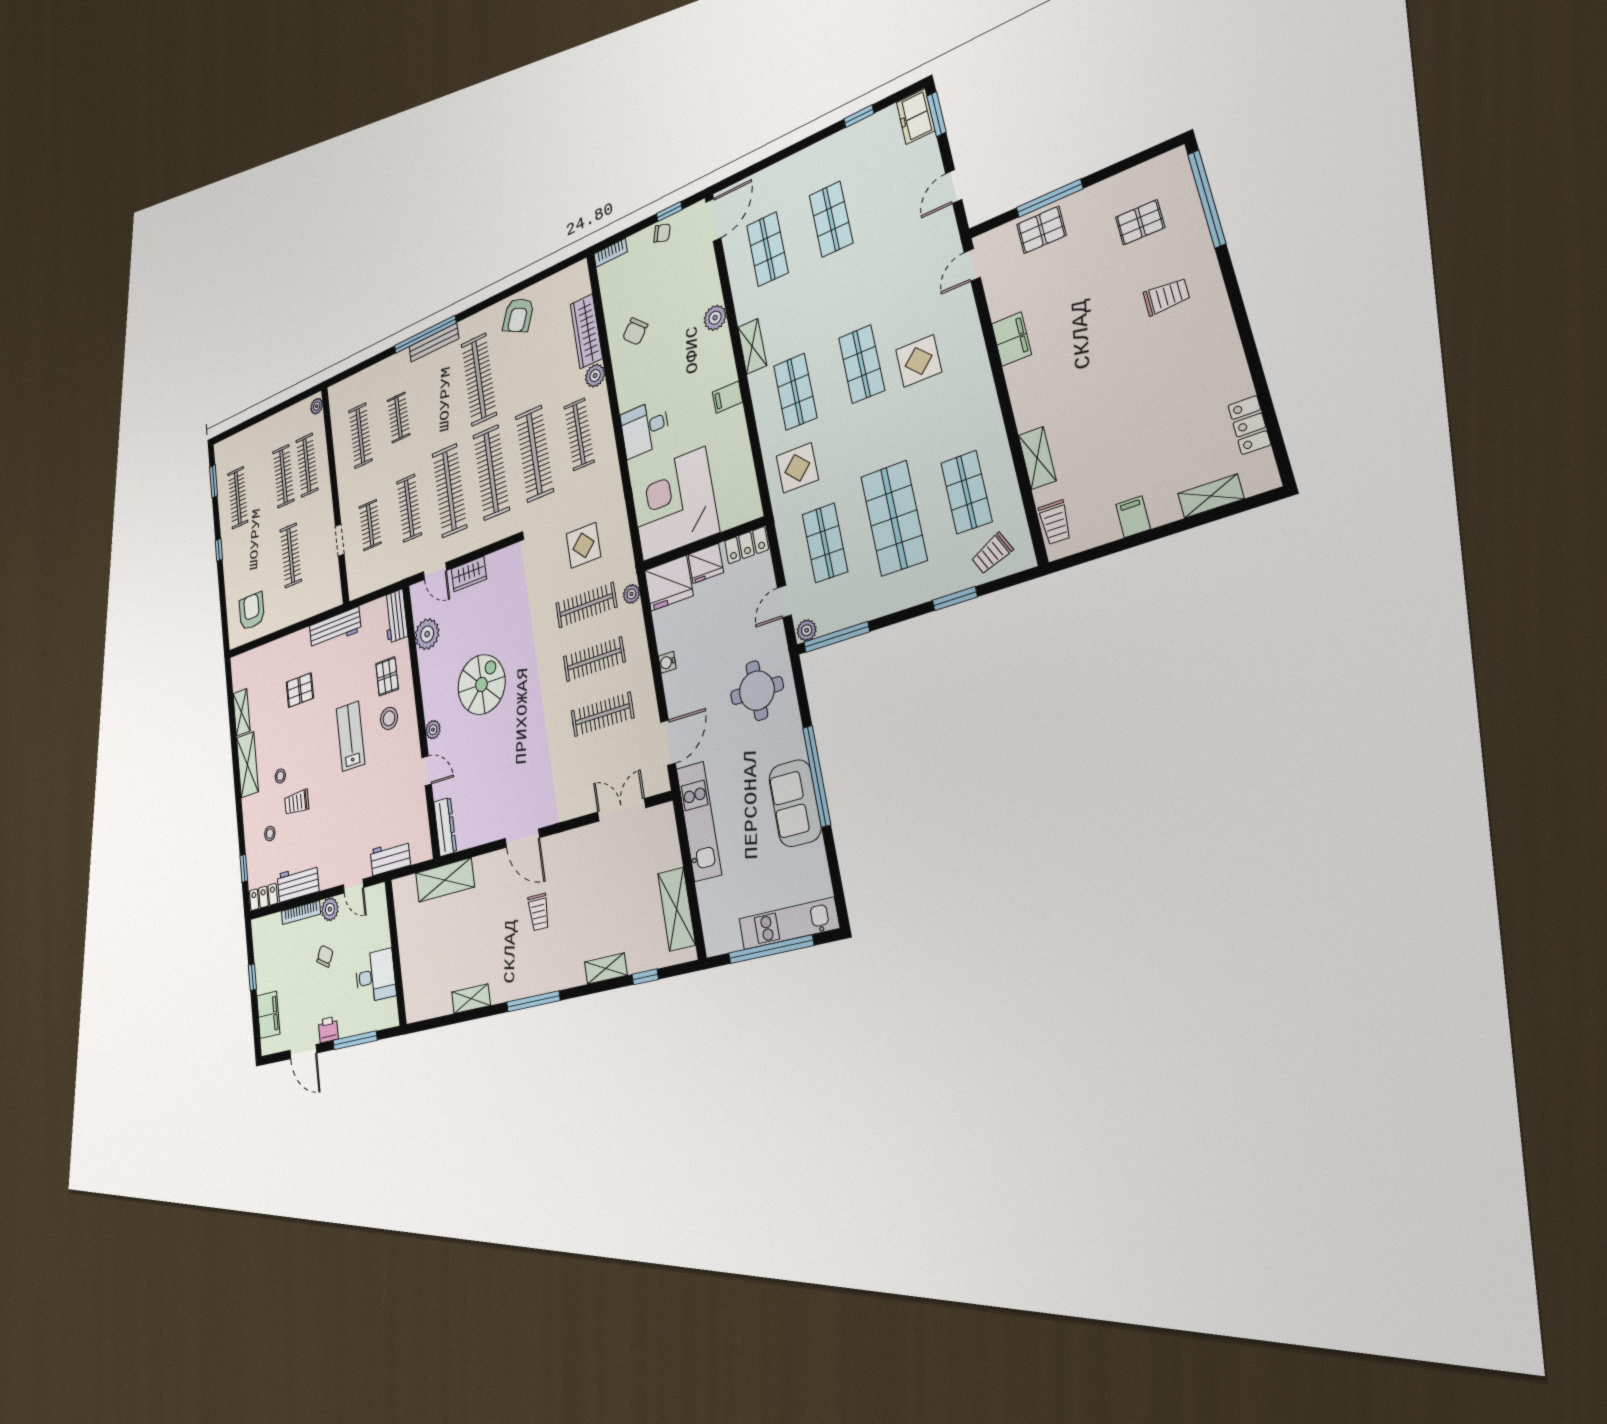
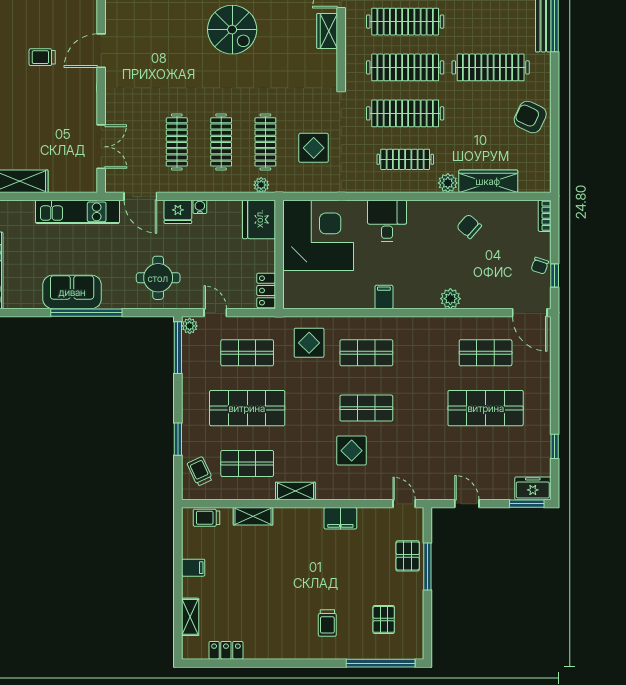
shop shelf: (831, 219) -> (486, 408), width x1.43, depth x1.36
shelving: (752, 346) -> (295, 491), moved
fridge: (706, 563) -> (178, 212), moved, turned -90

